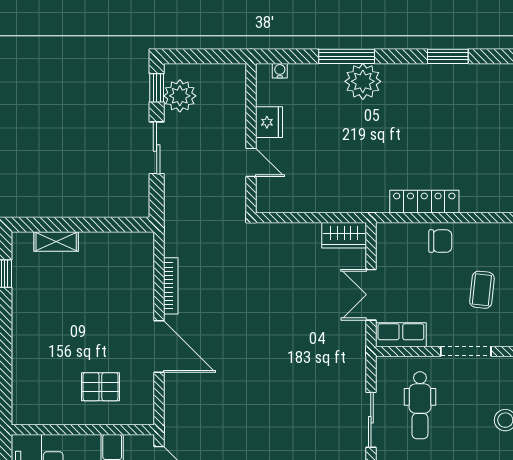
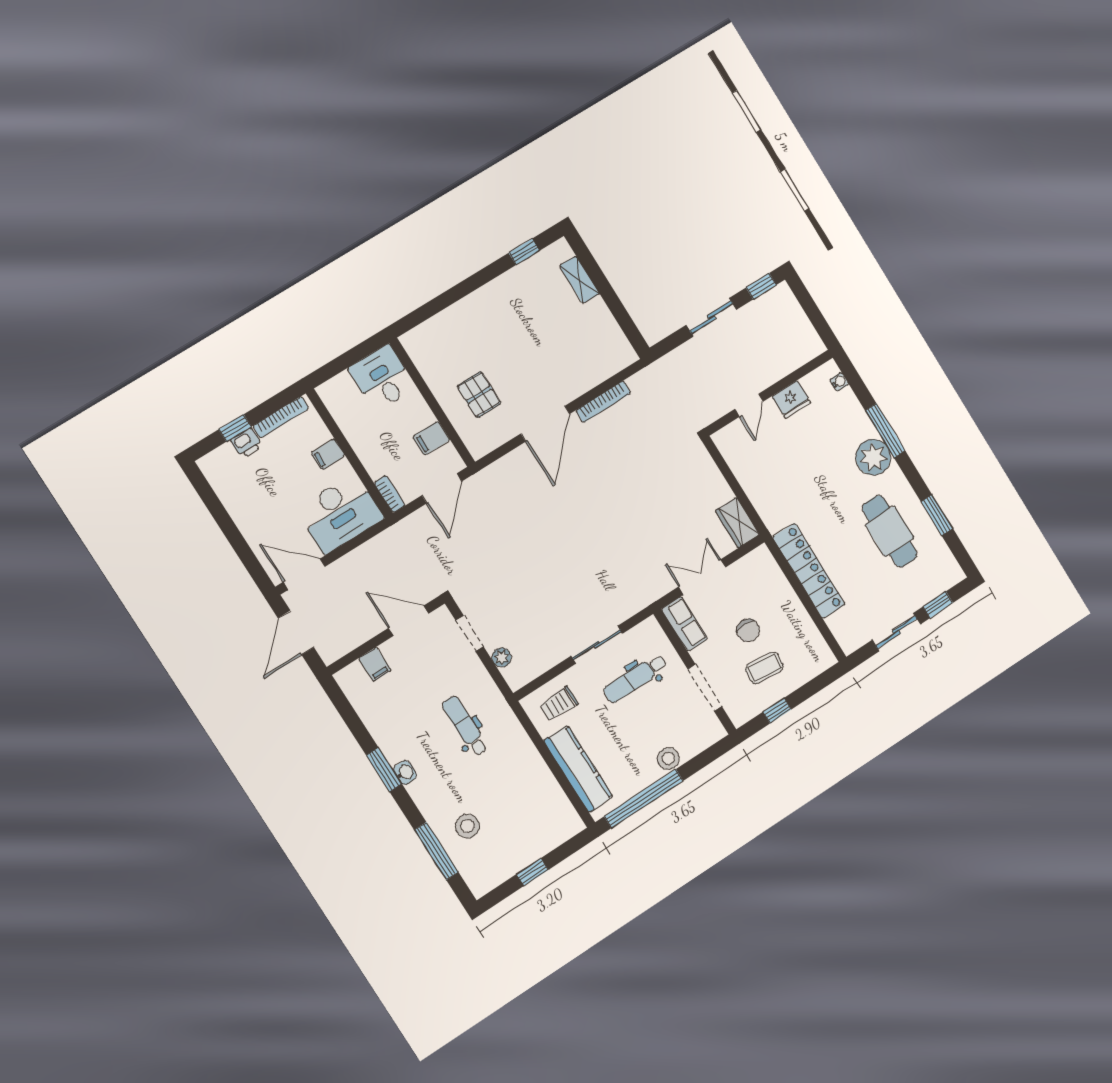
plant: (180, 96) -> (767, 310), removed
cafe table: (435, 107) -> (890, 531), added
locker: (424, 202) -> (809, 571), width x1.41, depth x1.21
chair: (440, 241) -> (748, 630), moved

